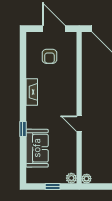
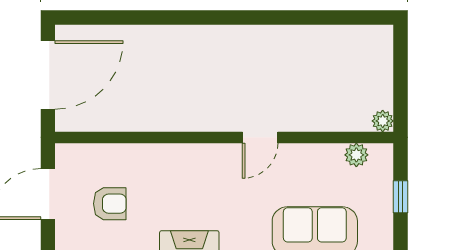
plant: (71, 178) -> (356, 155), moved

